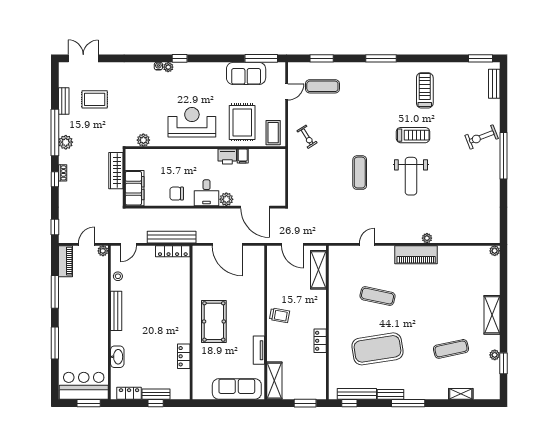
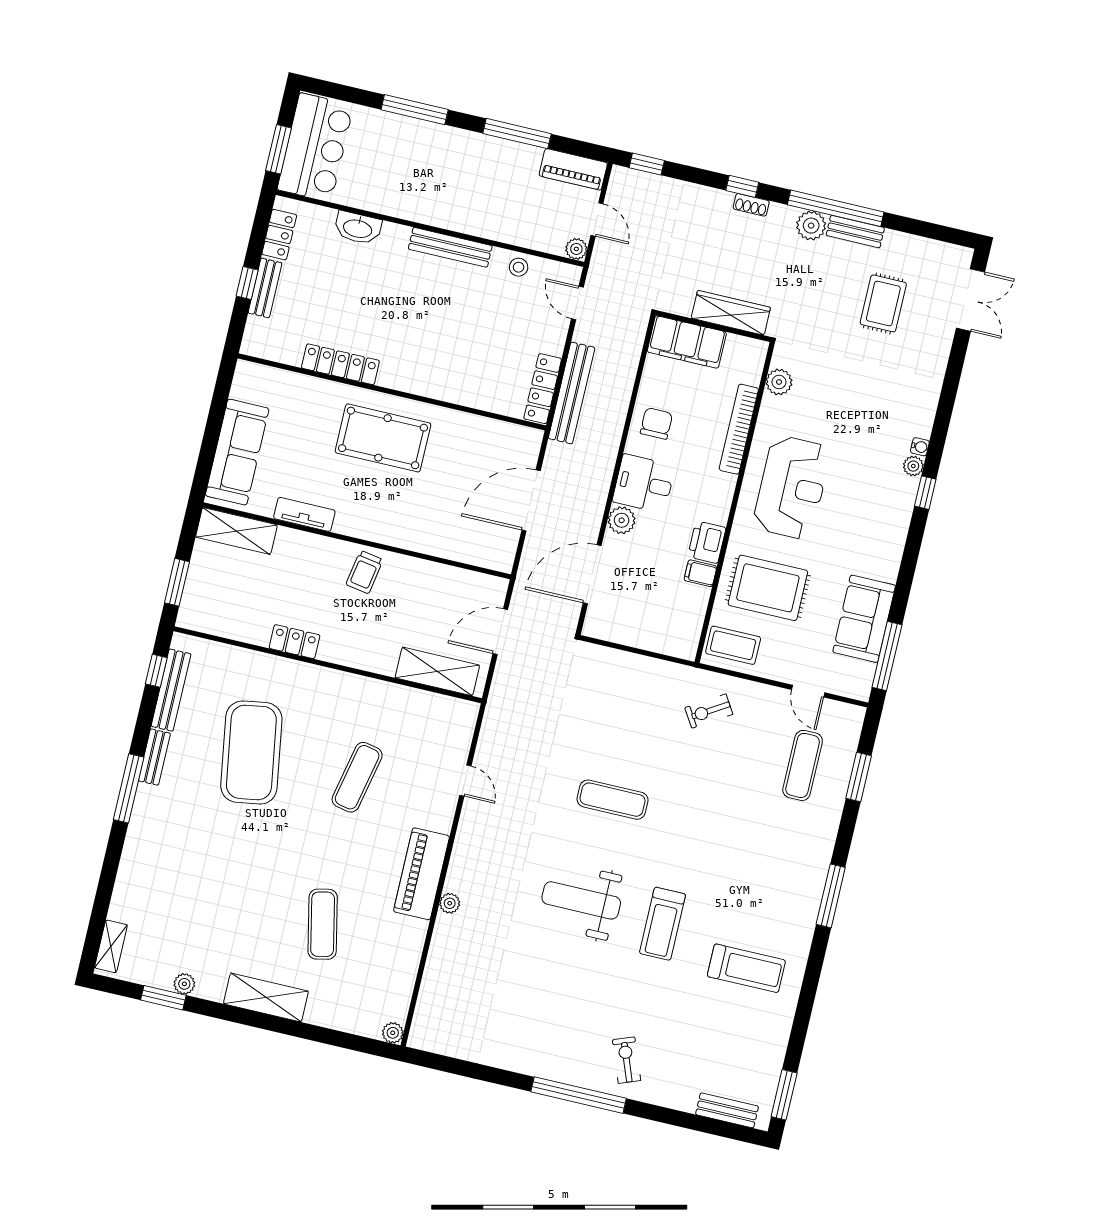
bench: (64, 101) -> (855, 232), moved
exercise bike: (482, 137) -> (627, 1060), width x0.73, depth x0.72
bookcase: (170, 154) -> (739, 429), added
exercise mat: (451, 349) -> (323, 924), moved
locker: (184, 356) -> (340, 364), width x1.53
shelving: (461, 394) -> (111, 946), moved

